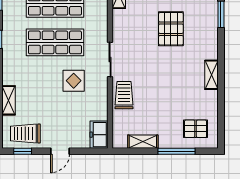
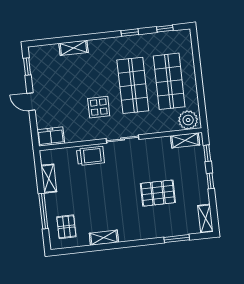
shelving: (211, 75) -> (104, 238), moved
trolley: (25, 134) -> (44, 67), removed

